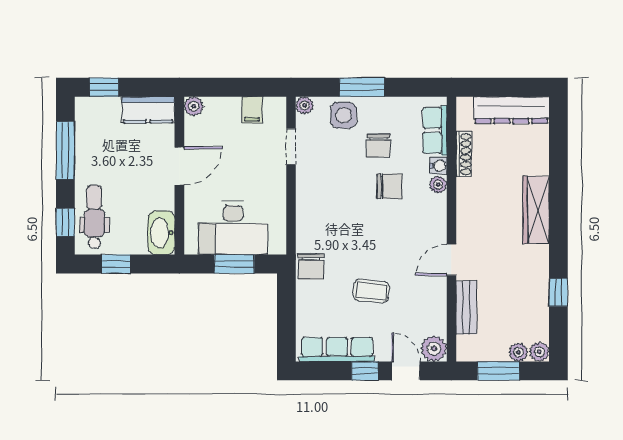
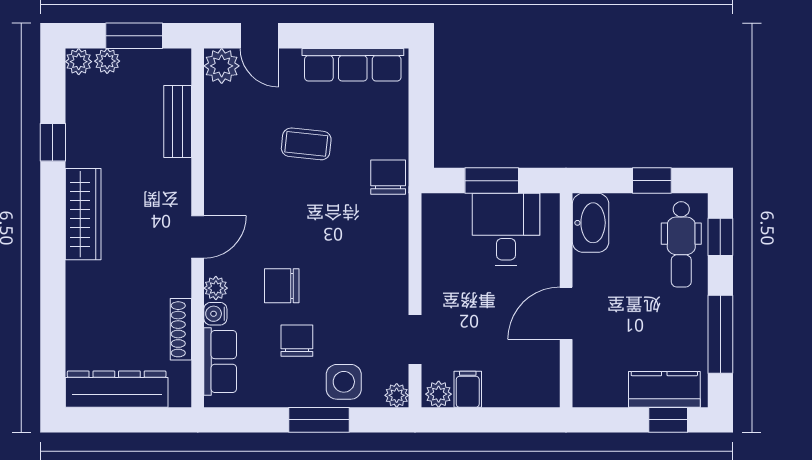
plant: (194, 106) -> (439, 394), moved
kitchen counter: (148, 110) -> (664, 389), moved
wardrobe: (536, 210) -> (83, 214), moved
desk: (233, 228) -> (506, 230), width x0.73
door: (451, 260) -> (198, 237), moved
window: (365, 371) -> (315, 36), removed

